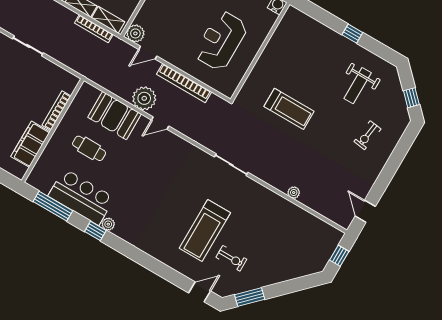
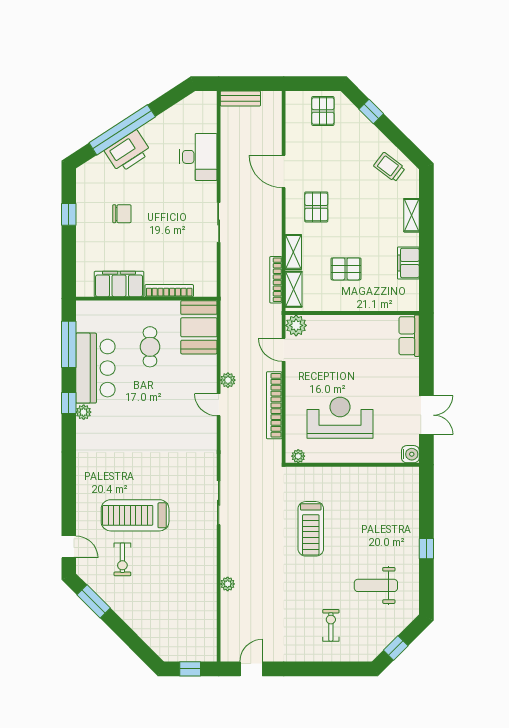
plant: (231, 87) -> (298, 456), added
plant: (144, 98) -> (228, 380), width x0.53, depth x0.53
booth: (114, 116) -> (199, 327), moved
exercise bike: (367, 135) -> (331, 625), turned 82

